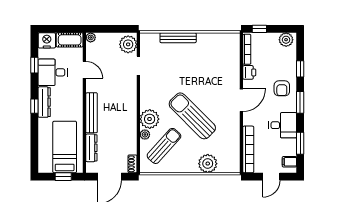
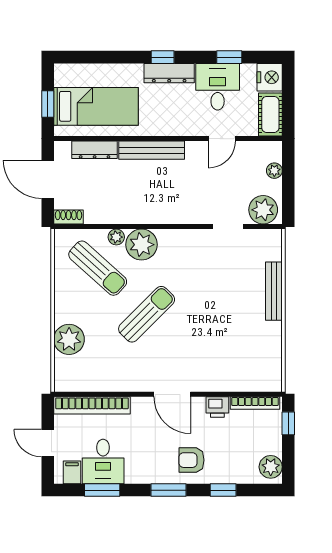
plant: (91, 37) -> (274, 171), moved
sun lounger: (192, 116) -> (147, 314), width x0.73, depth x0.75
desk: (283, 125) -> (103, 461), moved

